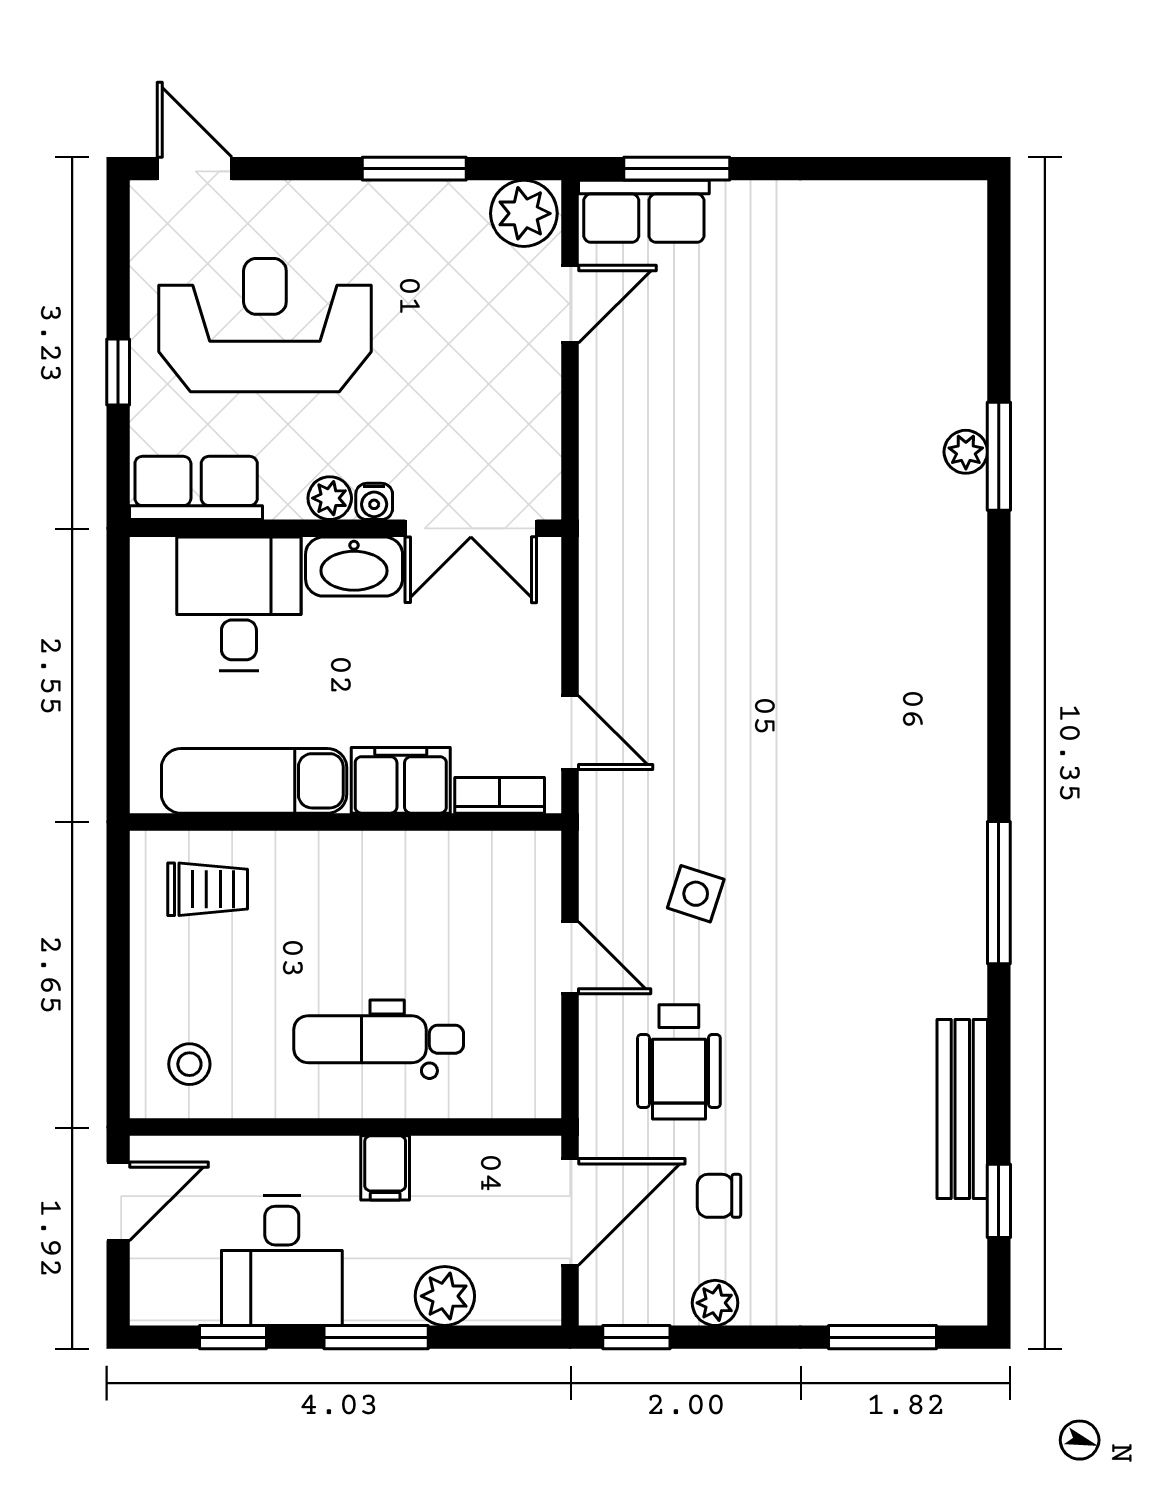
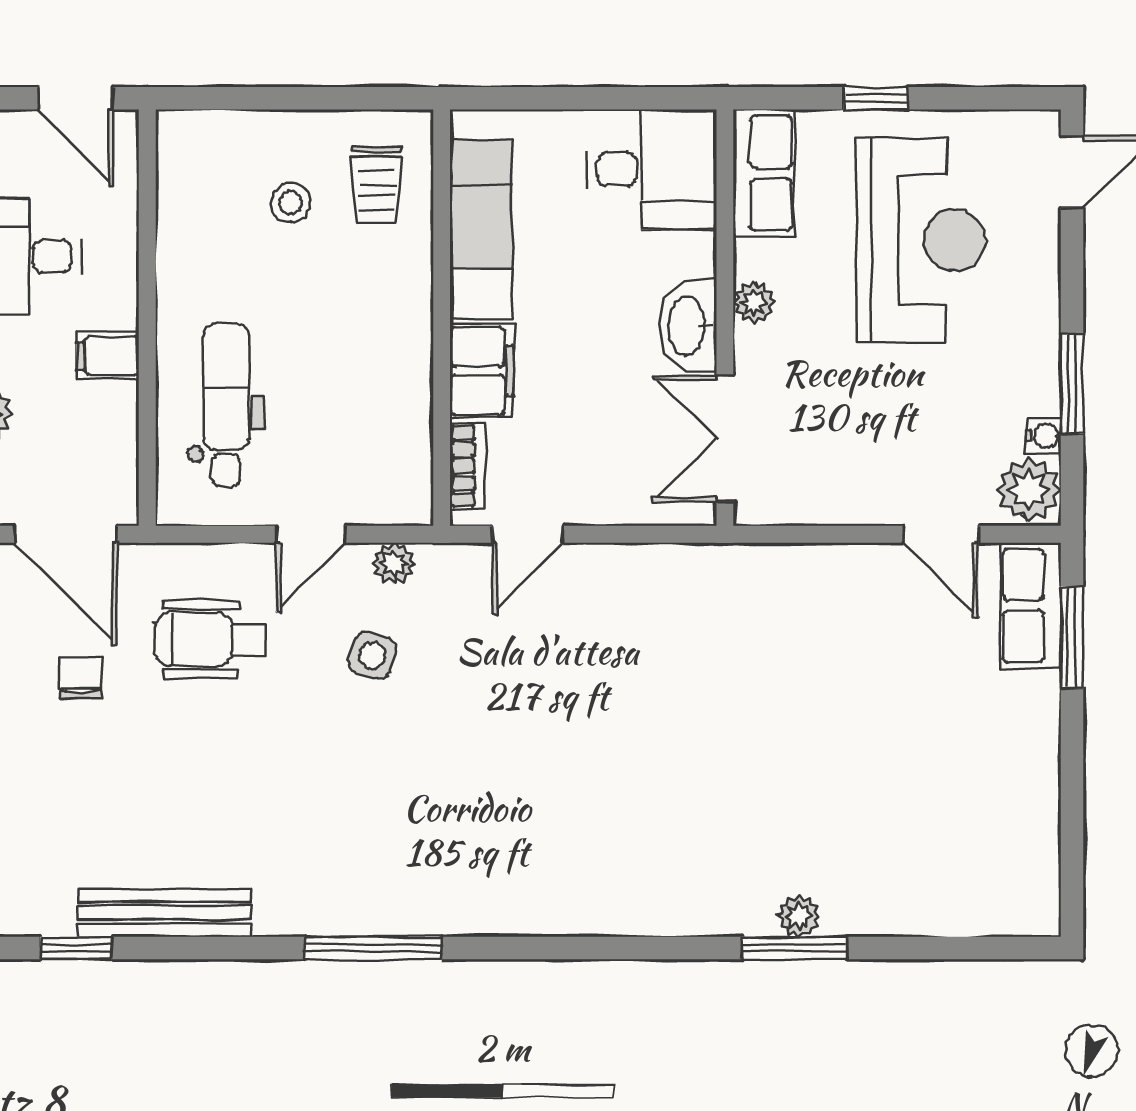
water cooler: (374, 501) -> (1043, 436), moved, turned 180
desk: (239, 604) -> (652, 169), moved
plant: (600, 872) -> (394, 564), added
dental chair: (379, 1039) -> (226, 405), moved
stool: (189, 1064) -> (290, 203), moved

